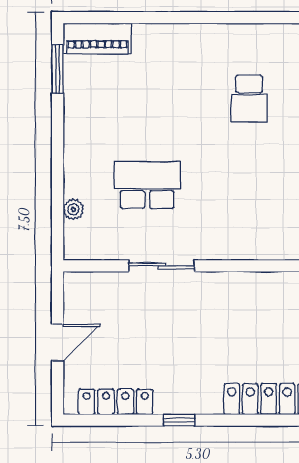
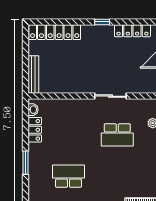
school desk: (249, 99) -> (69, 176), width x1.85

